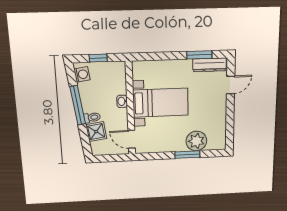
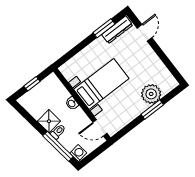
washing machine: (82, 74) -> (78, 153), moved
window: (78, 105) -> (58, 146), moved
shower: (96, 132) -> (49, 121), moved

